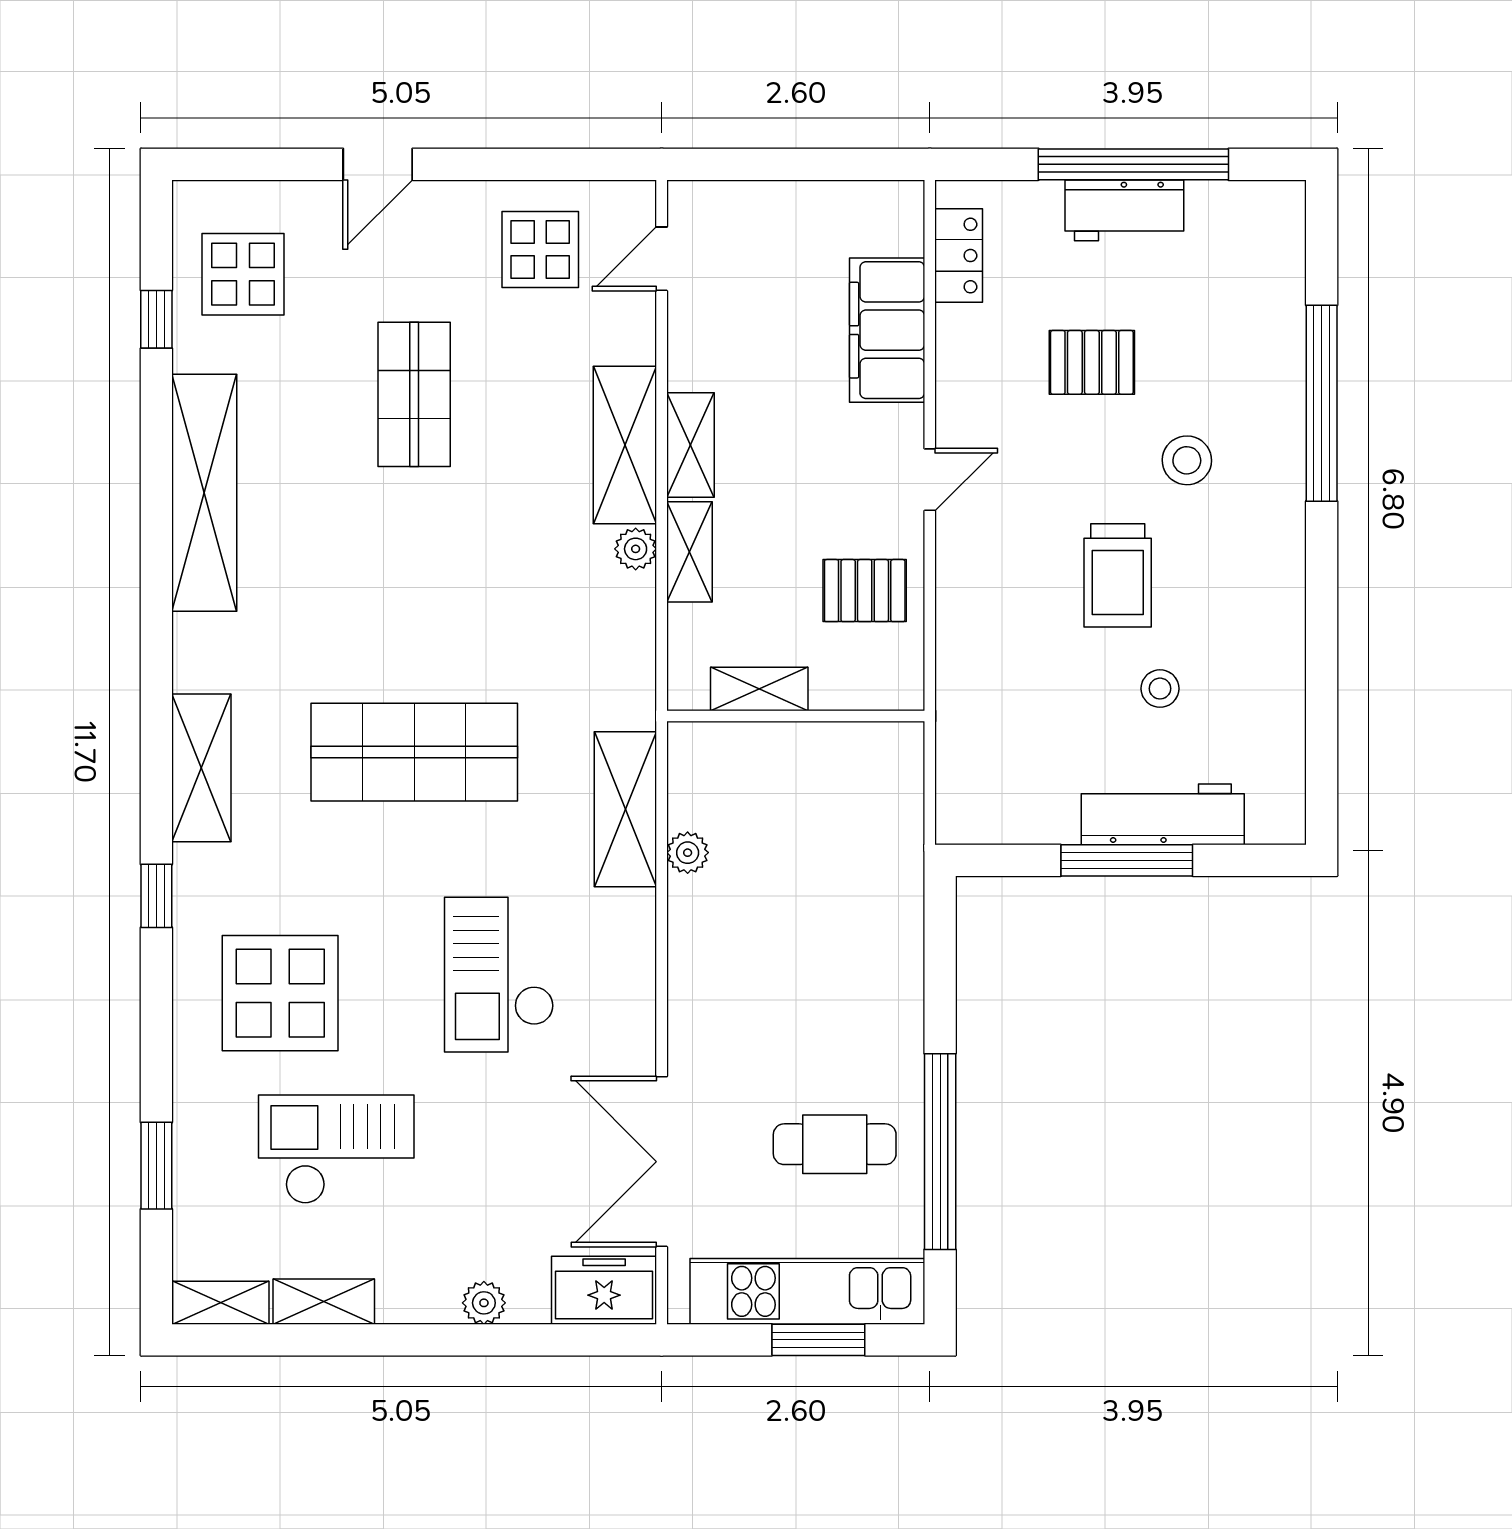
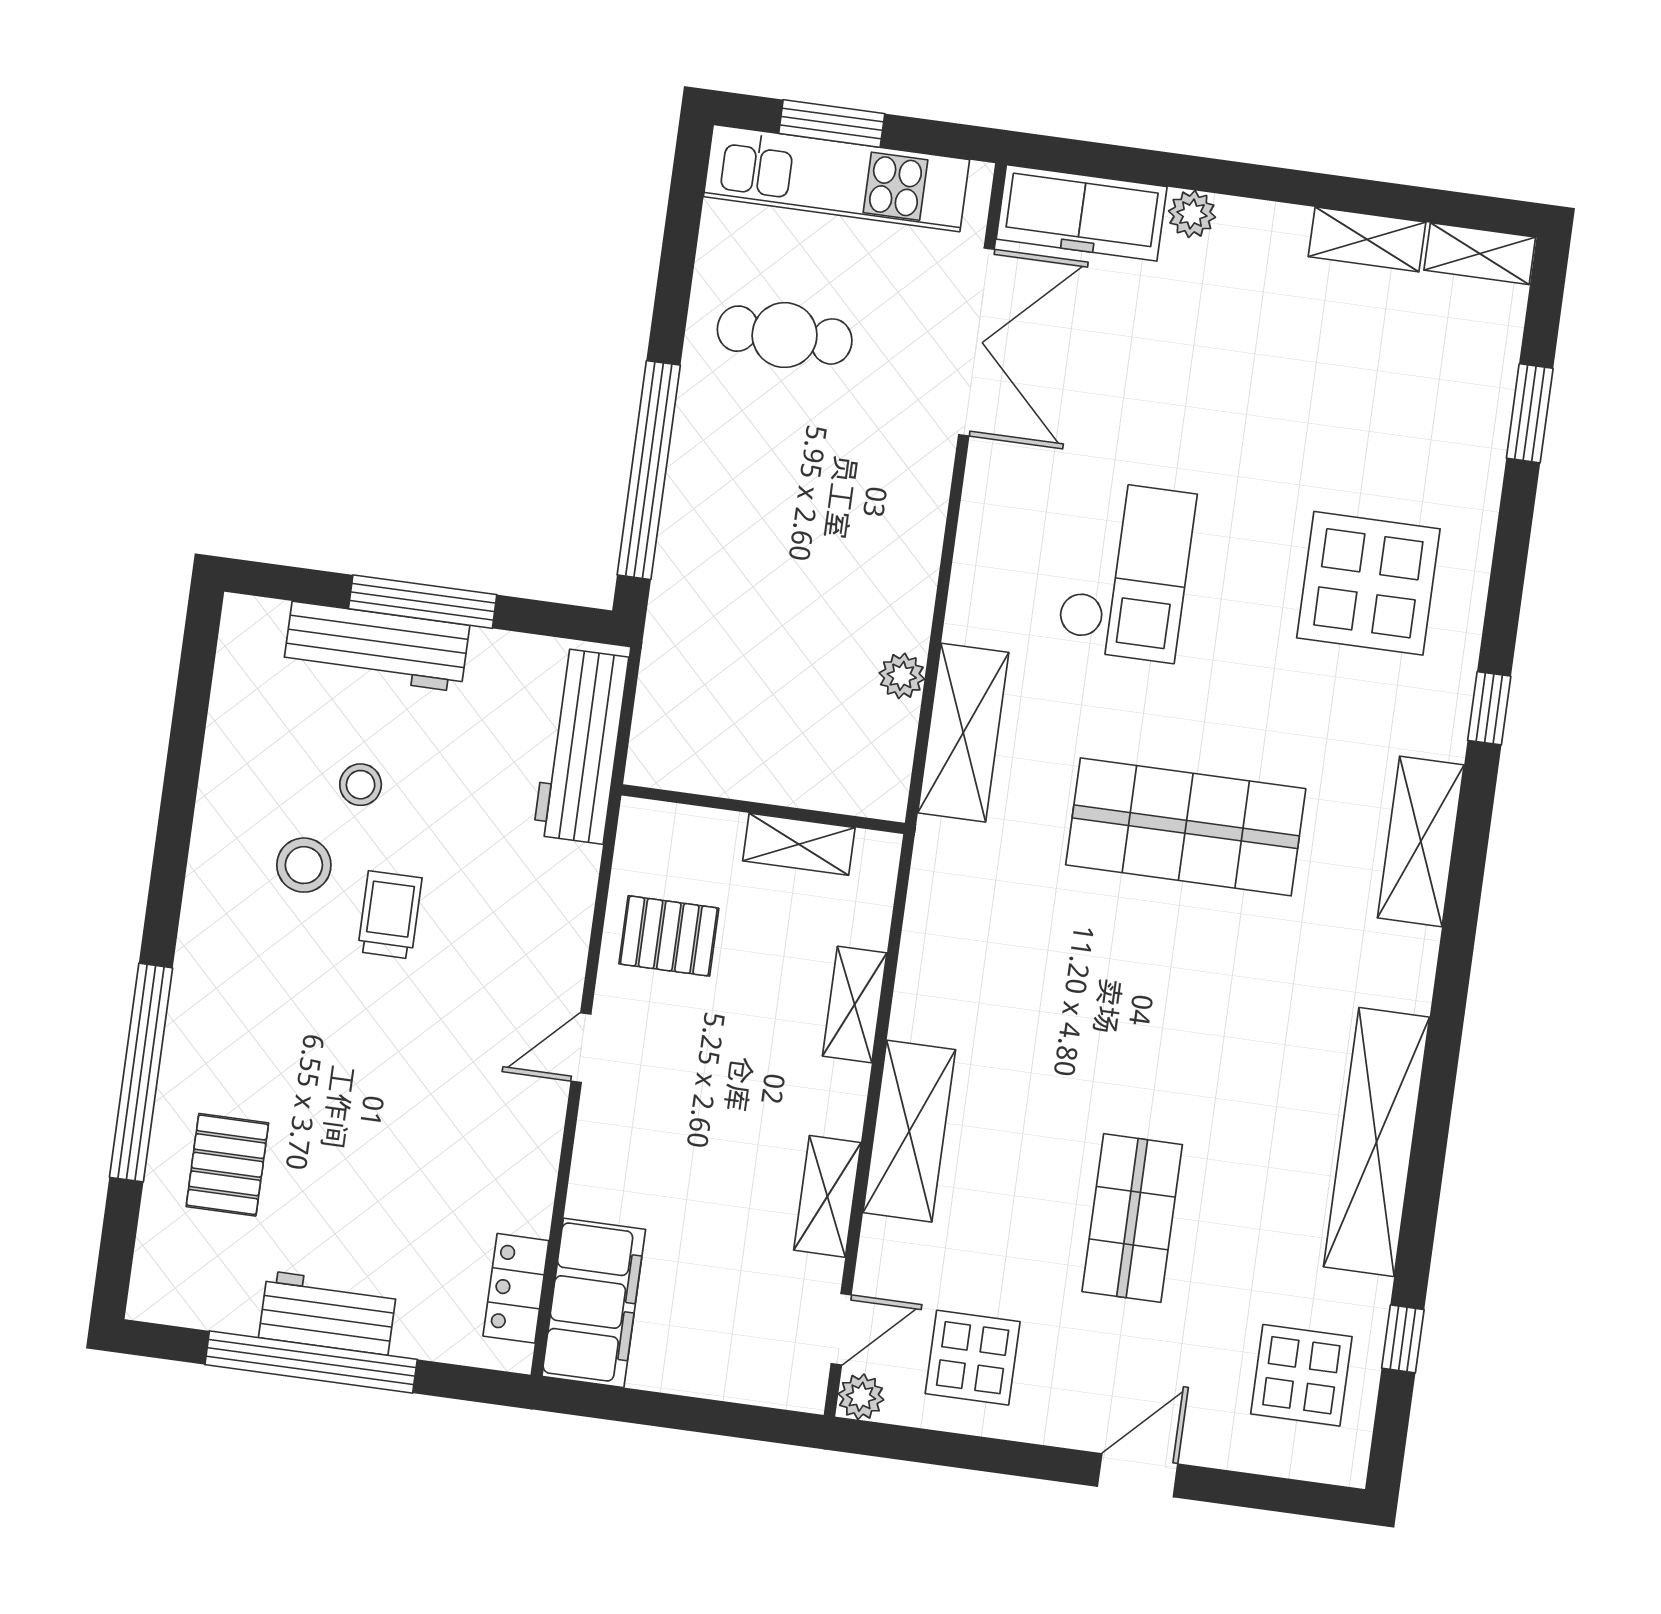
filing cabinet: (887, 330) -> (594, 1303), moved
pallet: (1092, 362) -> (227, 1165), moved, turned 90
shelving: (690, 445) -> (827, 1196), moved
stool: (1187, 460) -> (304, 865), moved
plant: (636, 549) -> (861, 1397), moved
trolley: (1118, 575) -> (390, 915), width x0.73, depth x0.72
workbench: (967, 750) -> (581, 746), added
checkout: (336, 1149) -> (1330, 404), removed
window: (940, 1152) -> (649, 470), moved
freezer: (604, 1290) -> (1082, 213), width x1.40

